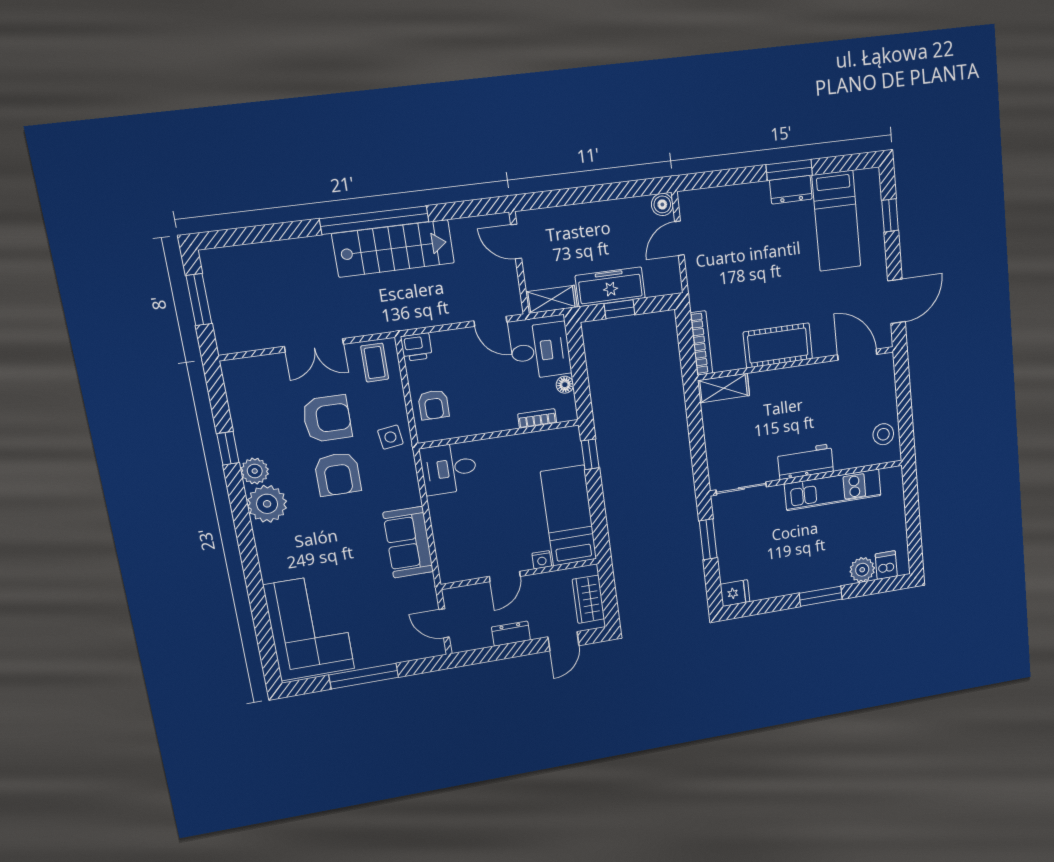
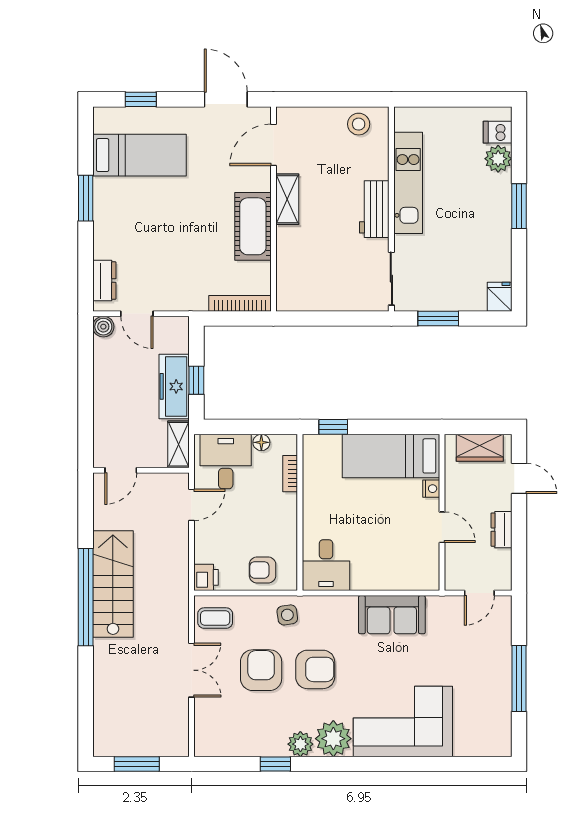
dresser: (791, 190) -> (104, 281), moved
shelving: (724, 388) -> (287, 199), moved
armchair: (434, 405) -> (263, 570), turned 180
corner sofa: (309, 627) -> (403, 721), moved

